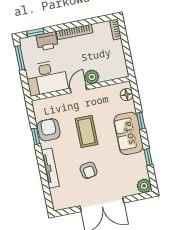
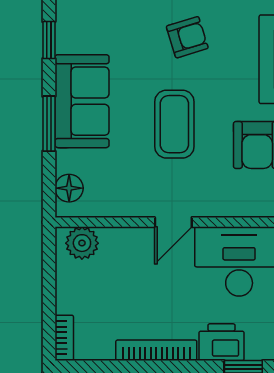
plant: (92, 77) -> (82, 243), moved
window: (141, 121) -> (49, 124), width x1.50
armchair: (89, 170) -> (187, 37), turned 82

